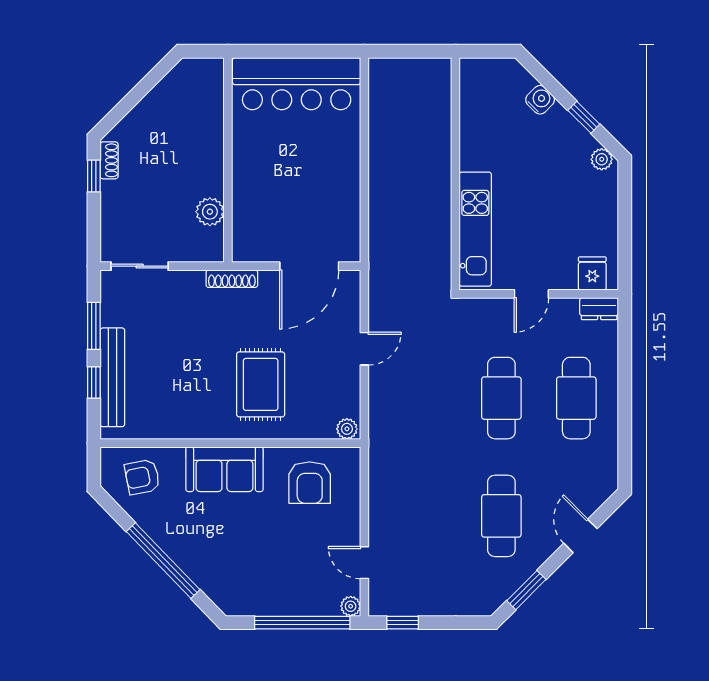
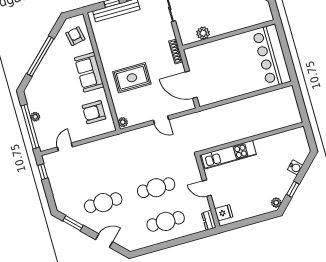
plant: (351, 606) -> (35, 117), moved

